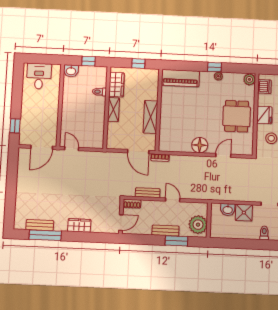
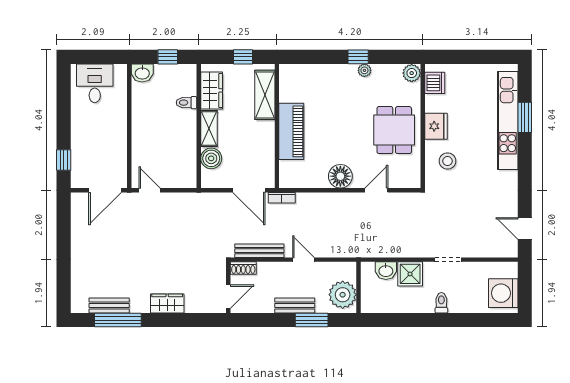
piano: (180, 78) -> (291, 131), moved, turned -90
shelving: (150, 117) -> (265, 95), moved
boiler: (114, 129) -> (211, 158), added
bench: (148, 193) -> (259, 251), width x1.36

